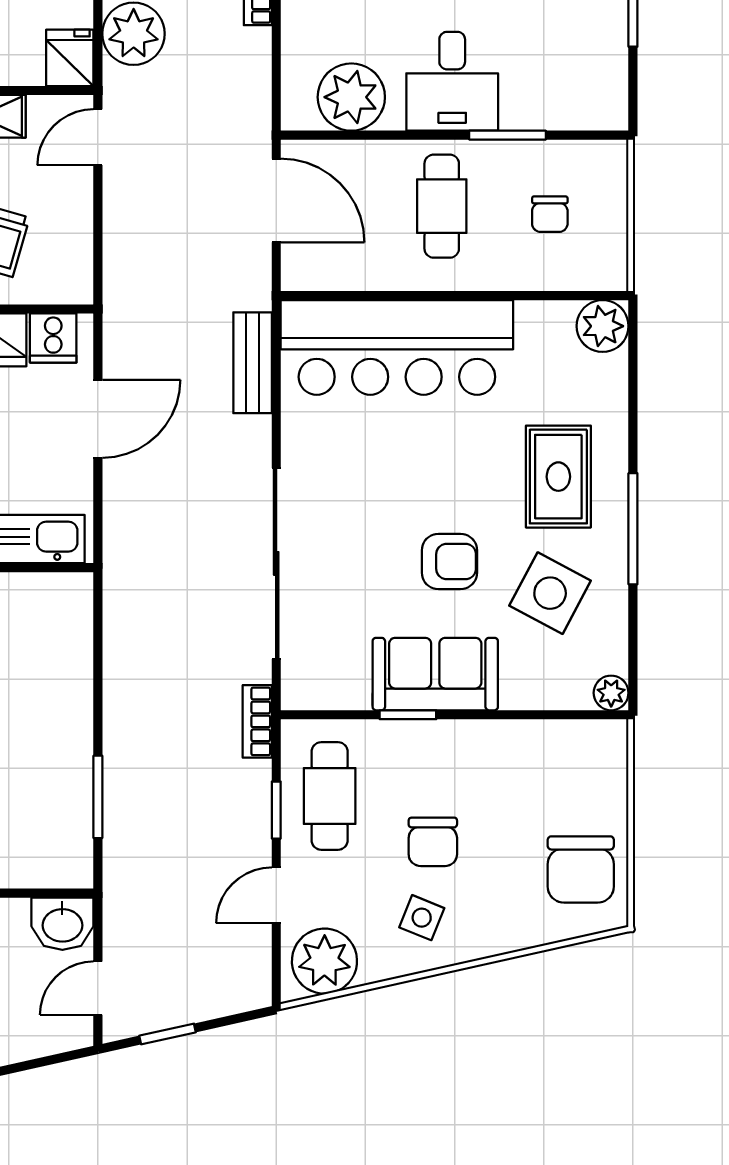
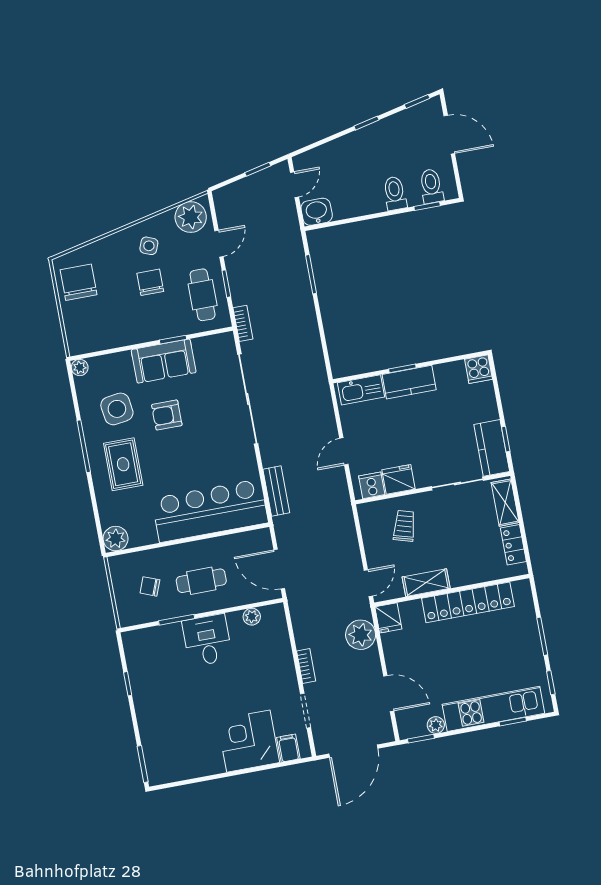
plant: (351, 97) -> (252, 617), width x0.53, depth x0.53
cafe table: (442, 206) -> (201, 581), turned 90
chair: (550, 214) -> (150, 586), turned -69
door: (98, 419) -> (344, 451), width x0.73
side table: (550, 593) -> (117, 409), turned -36

